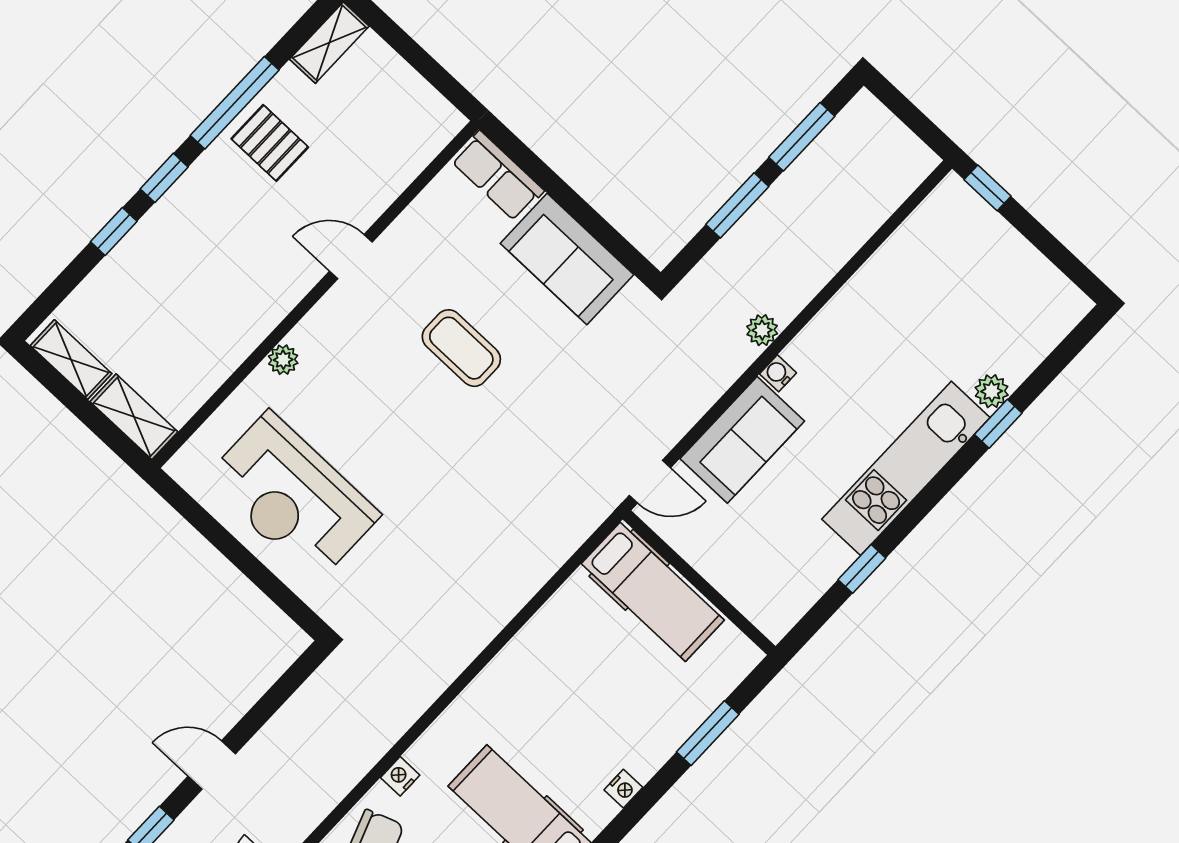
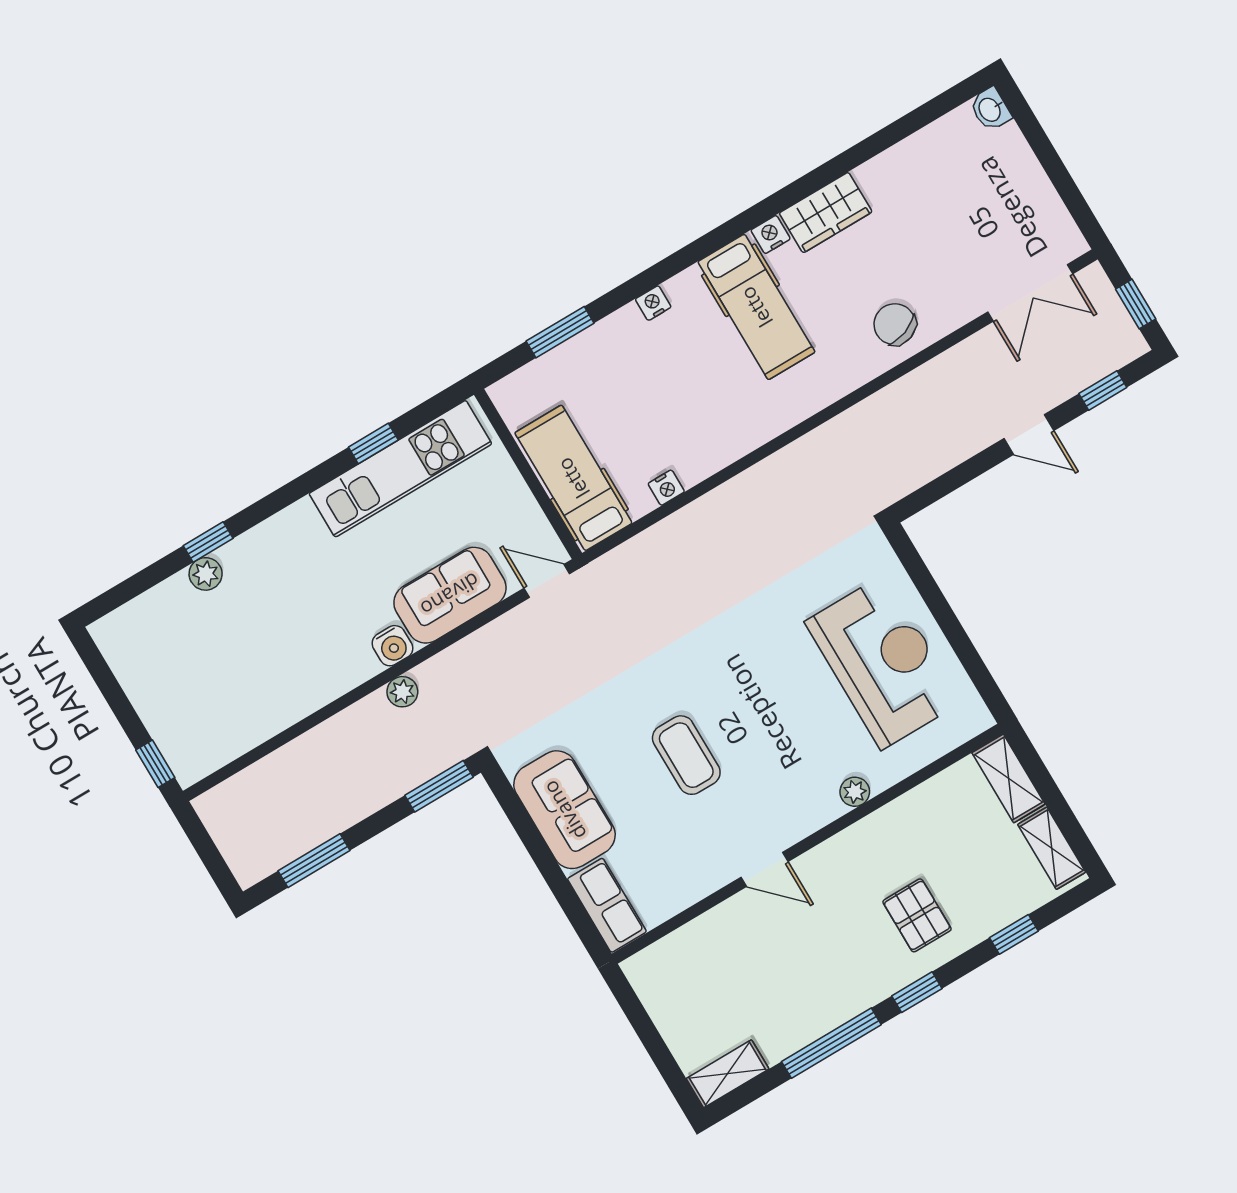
pallet: (270, 143) -> (917, 915), moved
window: (737, 205) -> (439, 786), moved
window: (114, 232) -> (1014, 934), moved
water cooler: (778, 373) -> (392, 646), width x1.38, depth x1.38
kitchen unit: (906, 468) -> (400, 469), moved
nightstand: (400, 776) -> (666, 488), moved

